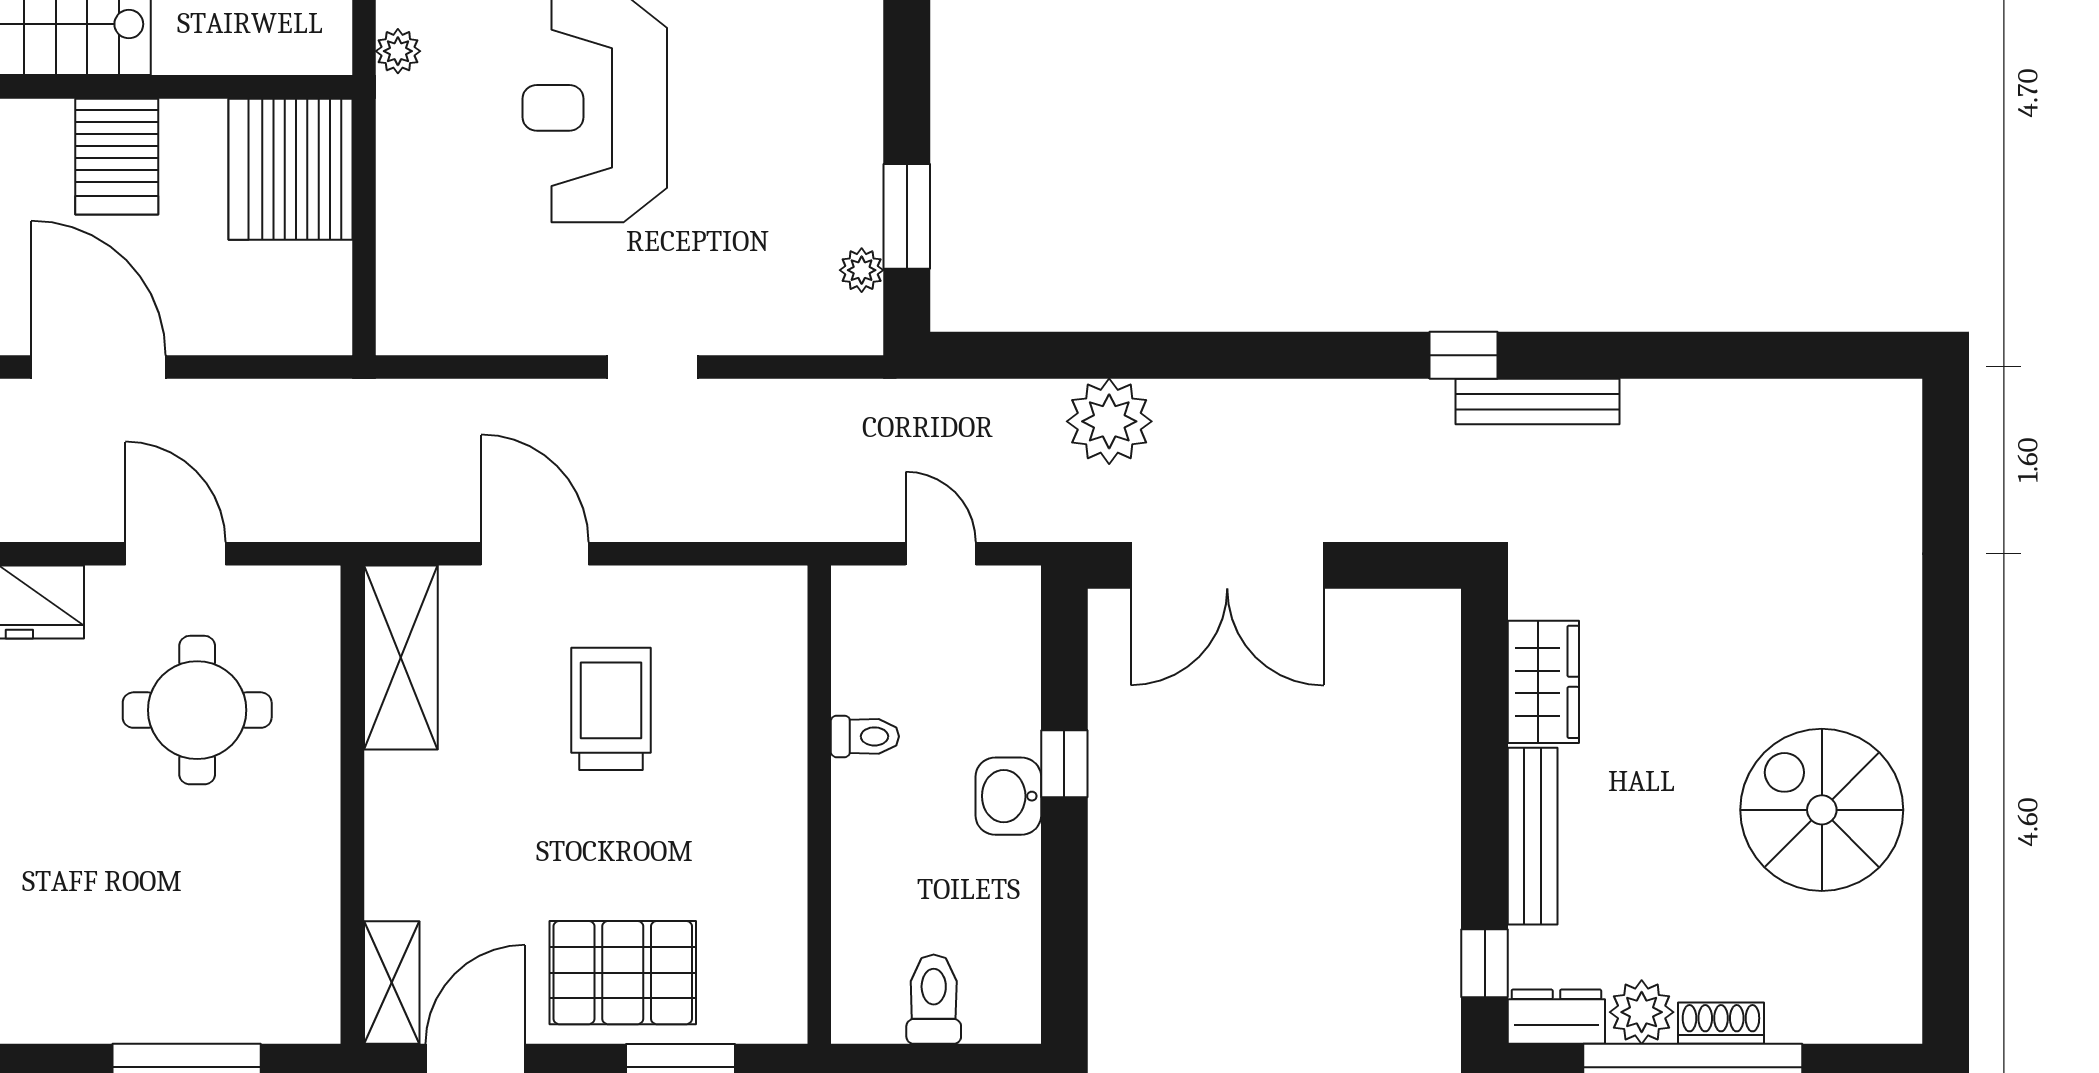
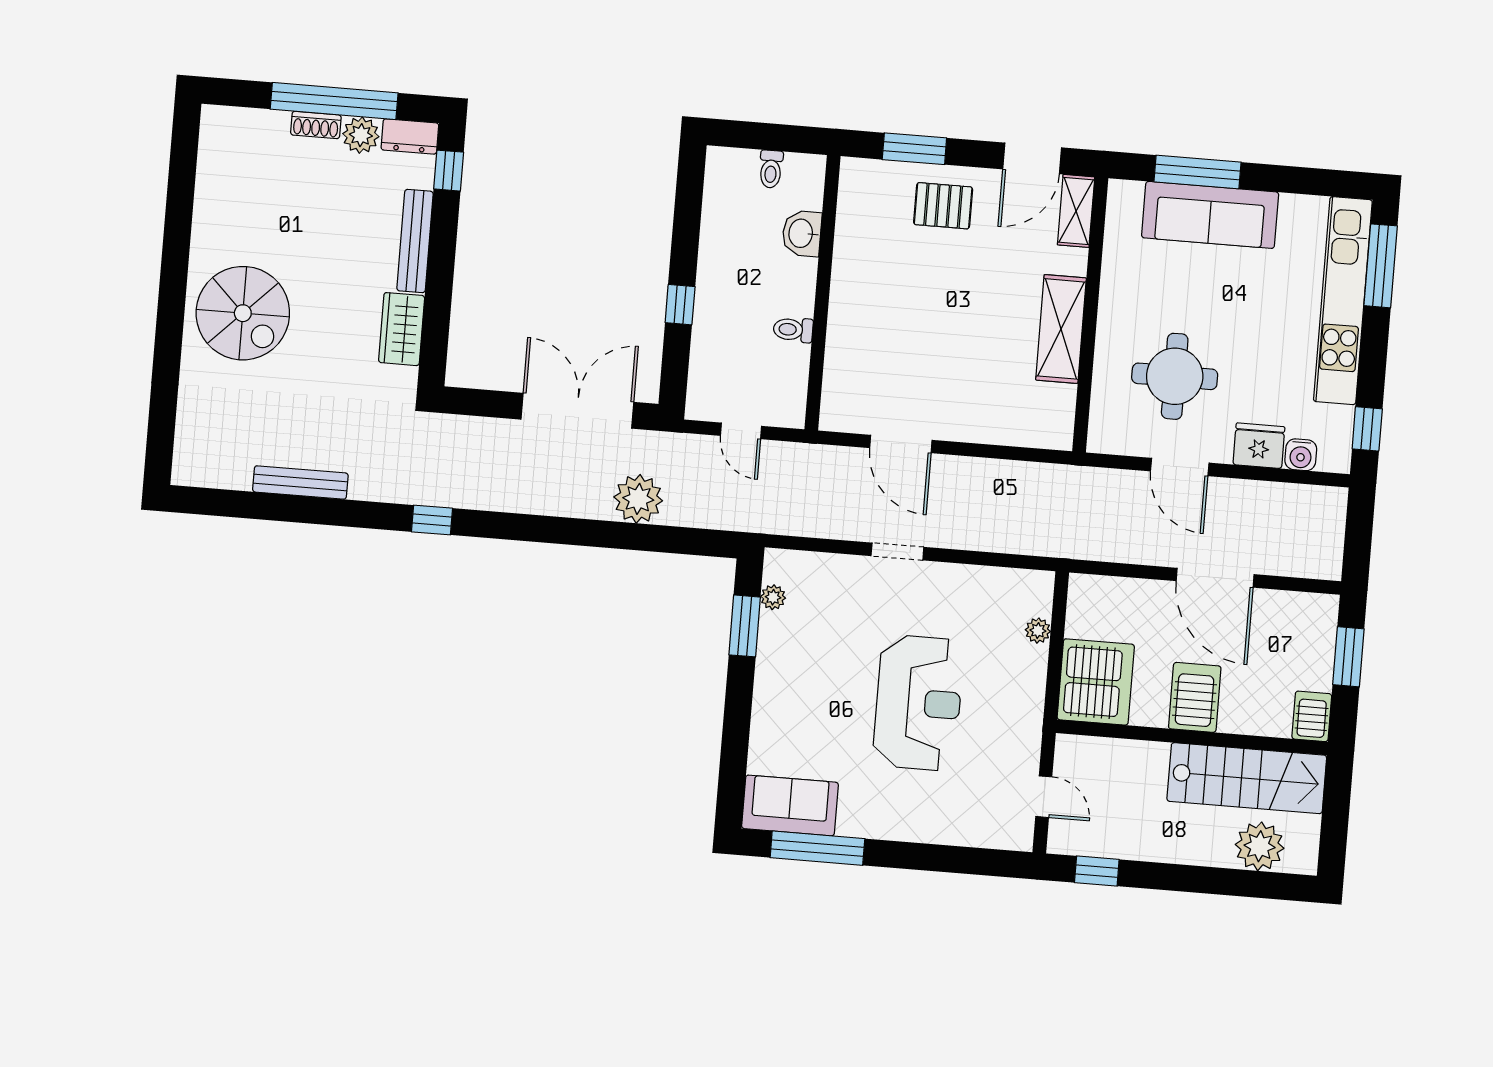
plant: (398, 51) -> (1038, 631), moved
bench: (1537, 402) -> (300, 482), moved
door: (535, 554) -> (901, 444), moved
shelving: (401, 658) -> (1061, 329), moved
trolley: (611, 709) -> (937, 357), removed
washbasin: (1008, 796) -> (802, 233), moved, turned 180
spiral stairs: (1822, 810) -> (243, 313), moved
pallet: (623, 973) -> (943, 206), width x0.67, depth x0.71
sofa: (159, 995) -> (1210, 215), added
toilet: (934, 999) -> (771, 169), width x0.73, depth x0.72

